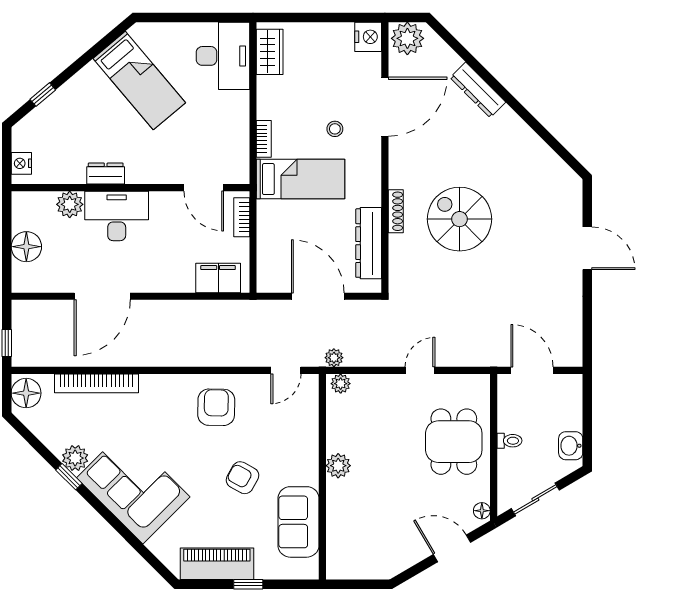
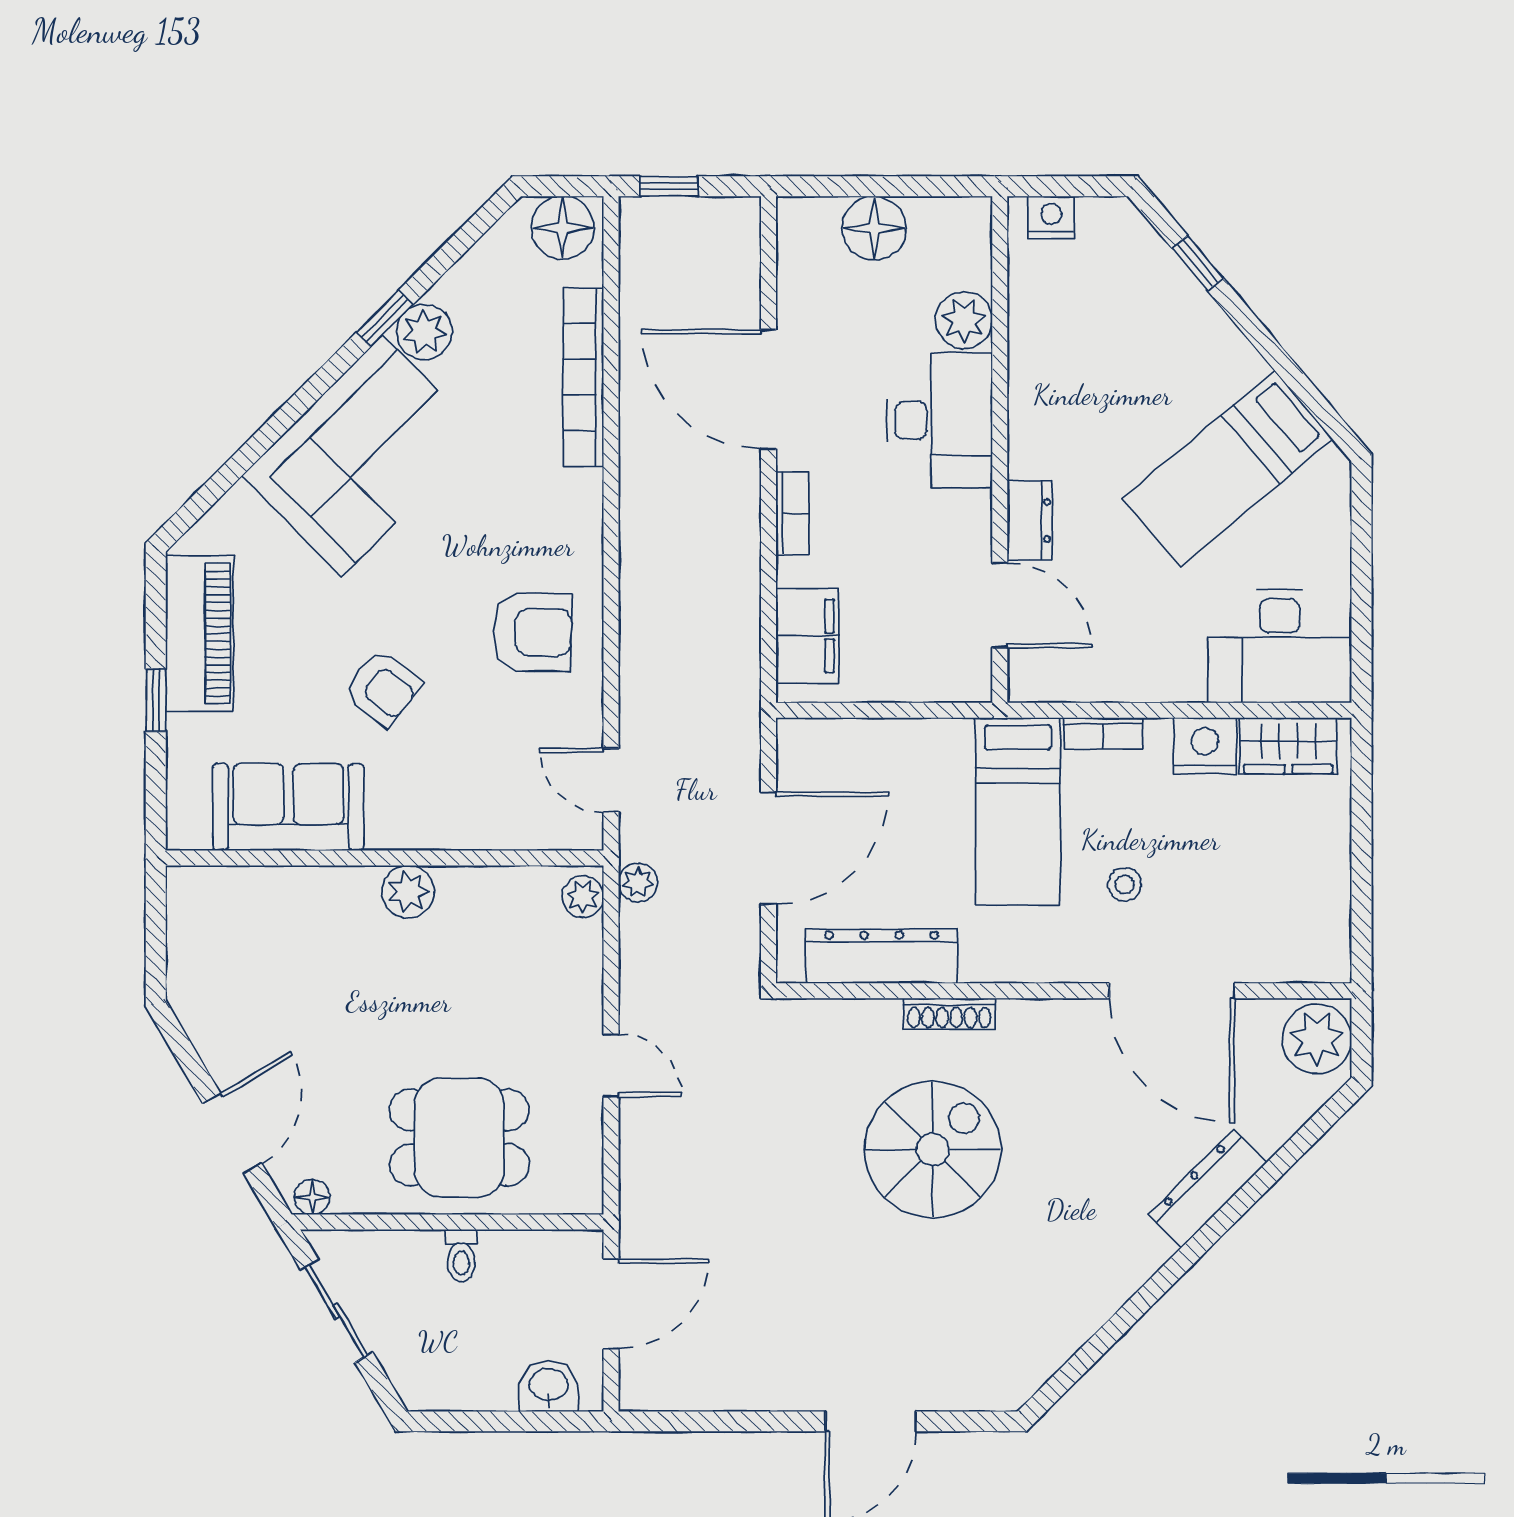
nightstand: (368, 37) -> (1205, 746), moved, turned 180
dresser: (106, 174) -> (1030, 520), moved
door: (204, 188) -> (1000, 605), swing flipped
bookcase: (242, 217) -> (793, 513), moved, turned 90
washbasin: (571, 446) -> (549, 1386), moved
armchair: (243, 478) -> (383, 688), turned 99

